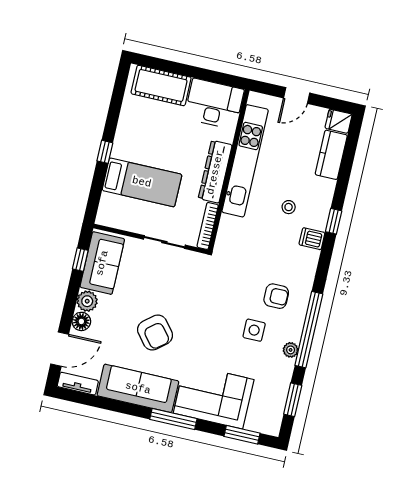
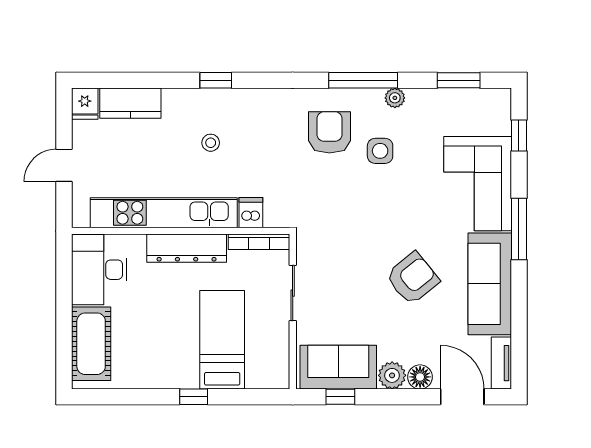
door: (297, 96) -> (64, 165), swing flipped
dishwasher: (312, 239) -> (251, 213), moved, turned 180
armchair: (276, 296) -> (329, 132), width x1.38, depth x1.38
window: (309, 330) -> (363, 80), width x0.68
window: (242, 435) -> (519, 136), width x0.67

